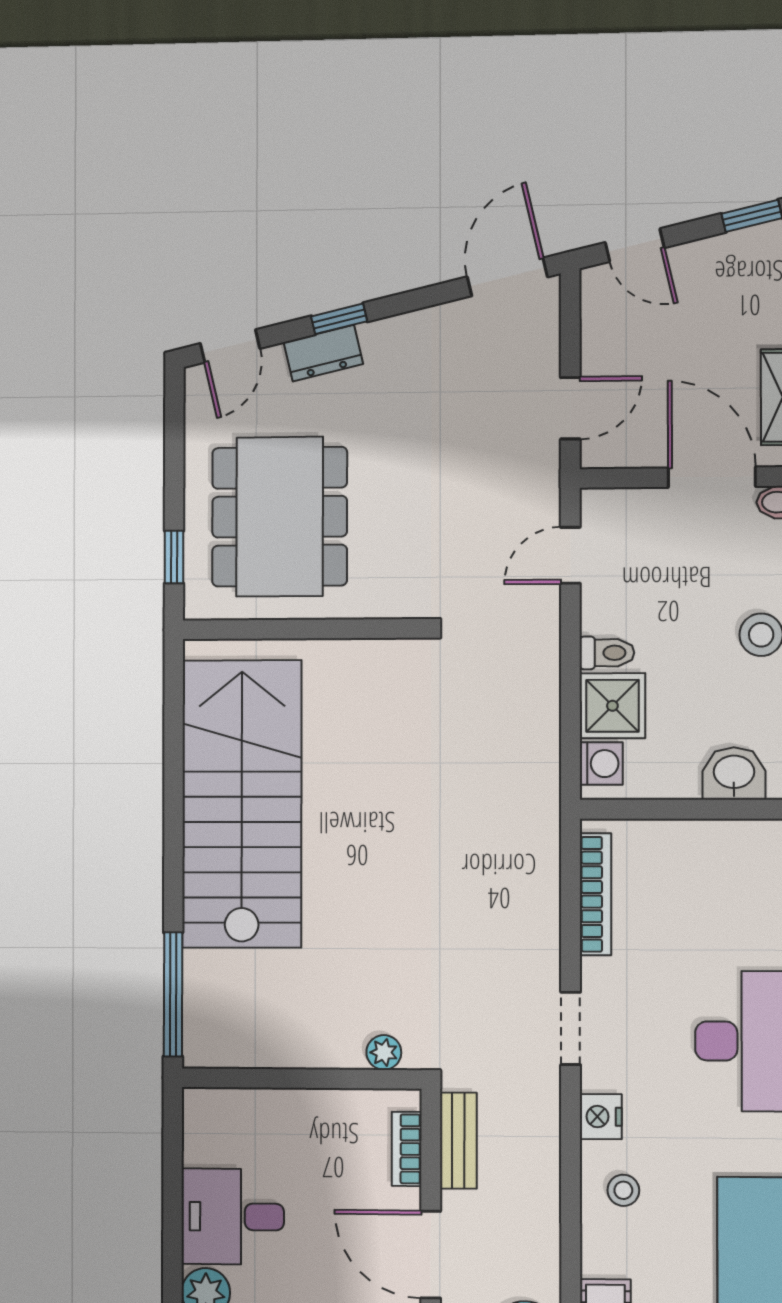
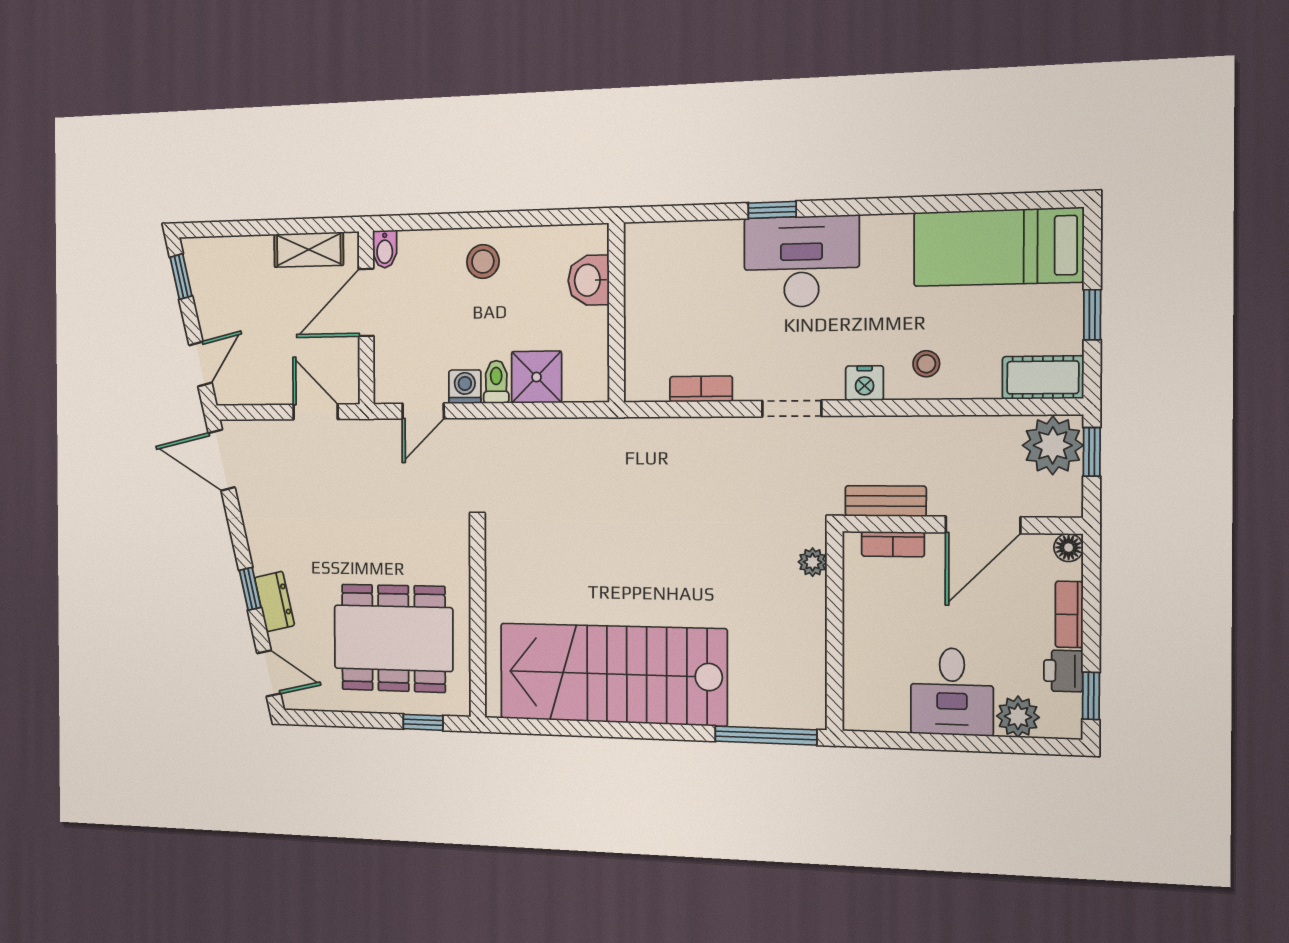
door: (570, 555) -> (423, 411), hinge flipped
washing machine: (601, 764) -> (465, 387), moved
bookcase: (596, 894) -> (701, 389), width x0.64

